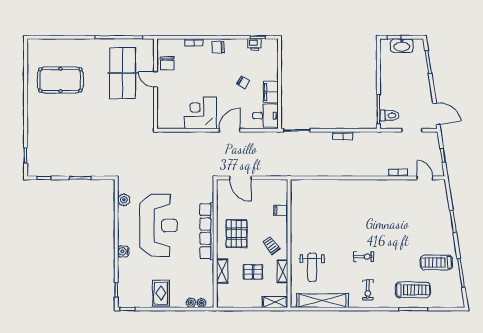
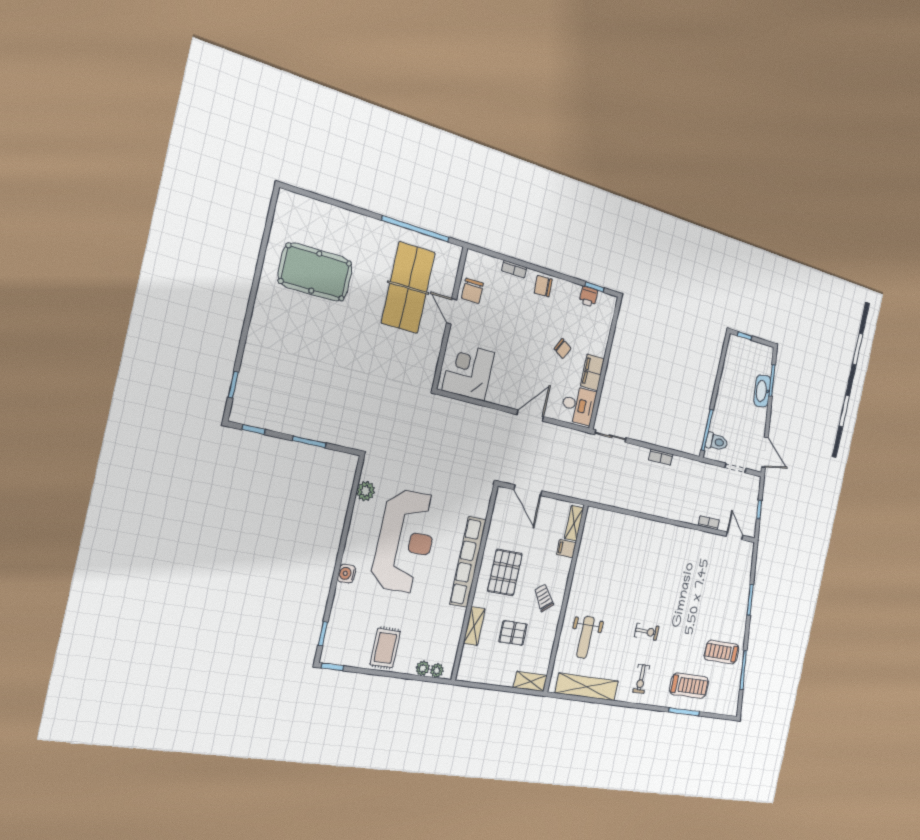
washbasin: (402, 46) -> (762, 391), moved, turned 81
corner desk: (200, 113) -> (468, 371), moved
shelving: (282, 271) -> (574, 523), moved

